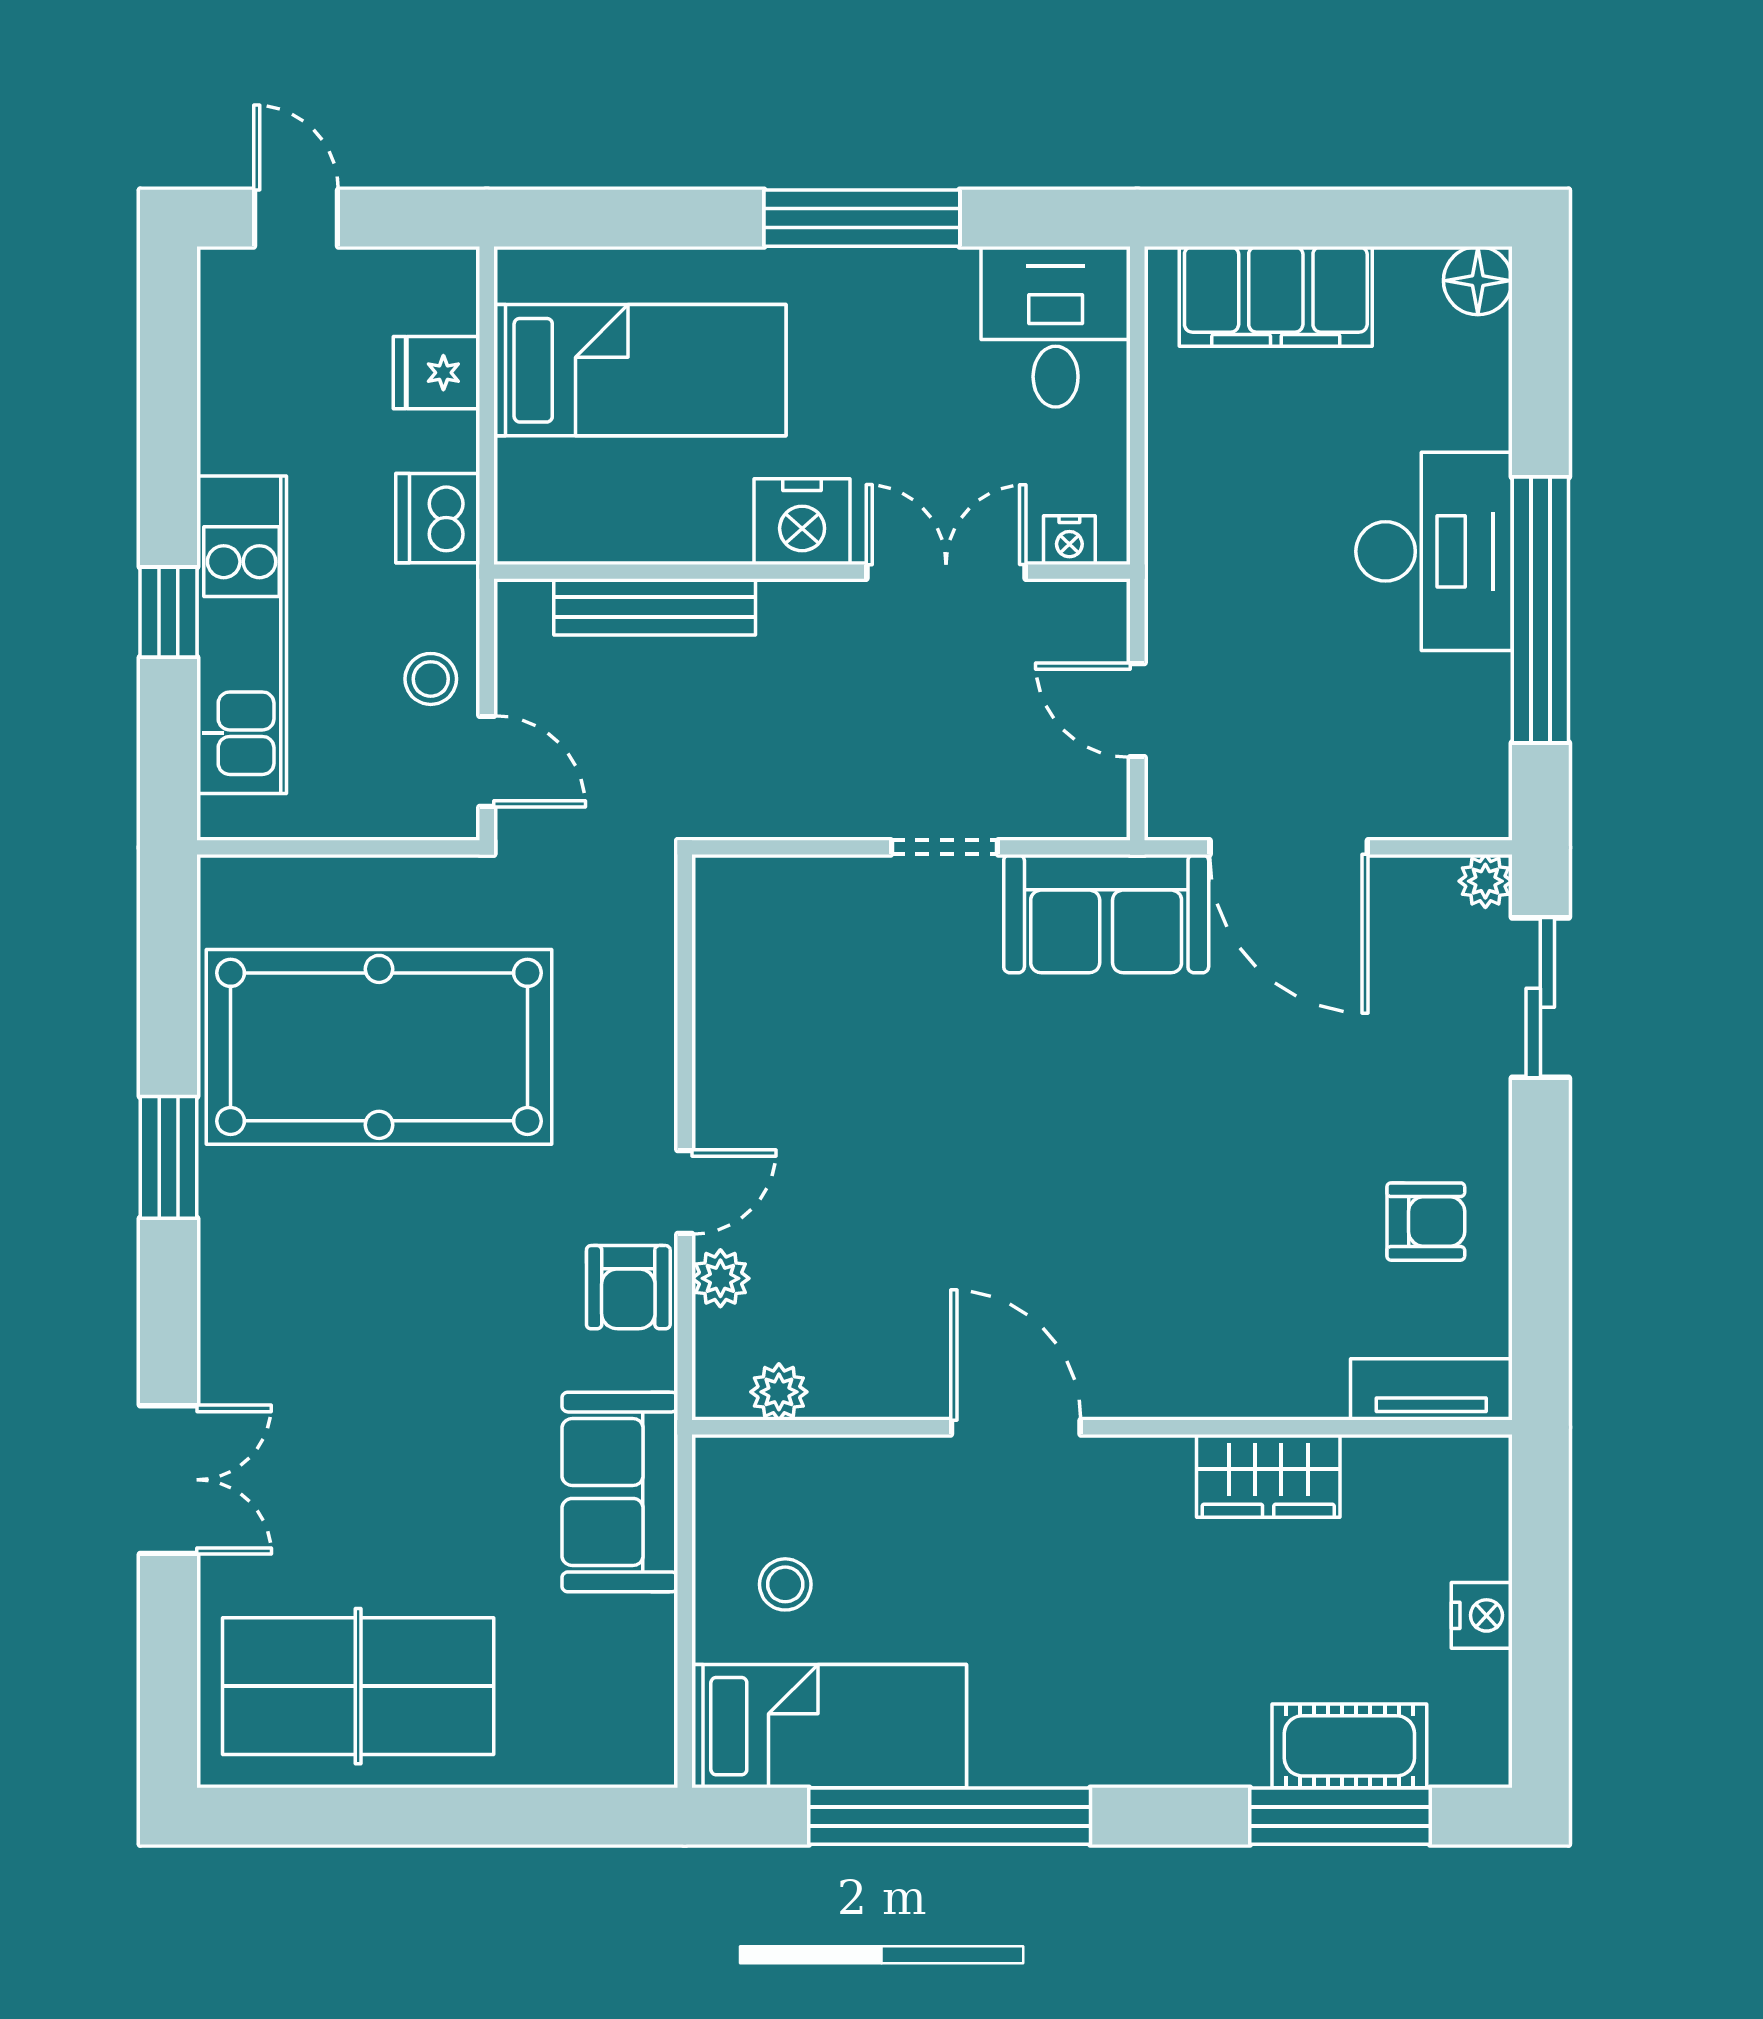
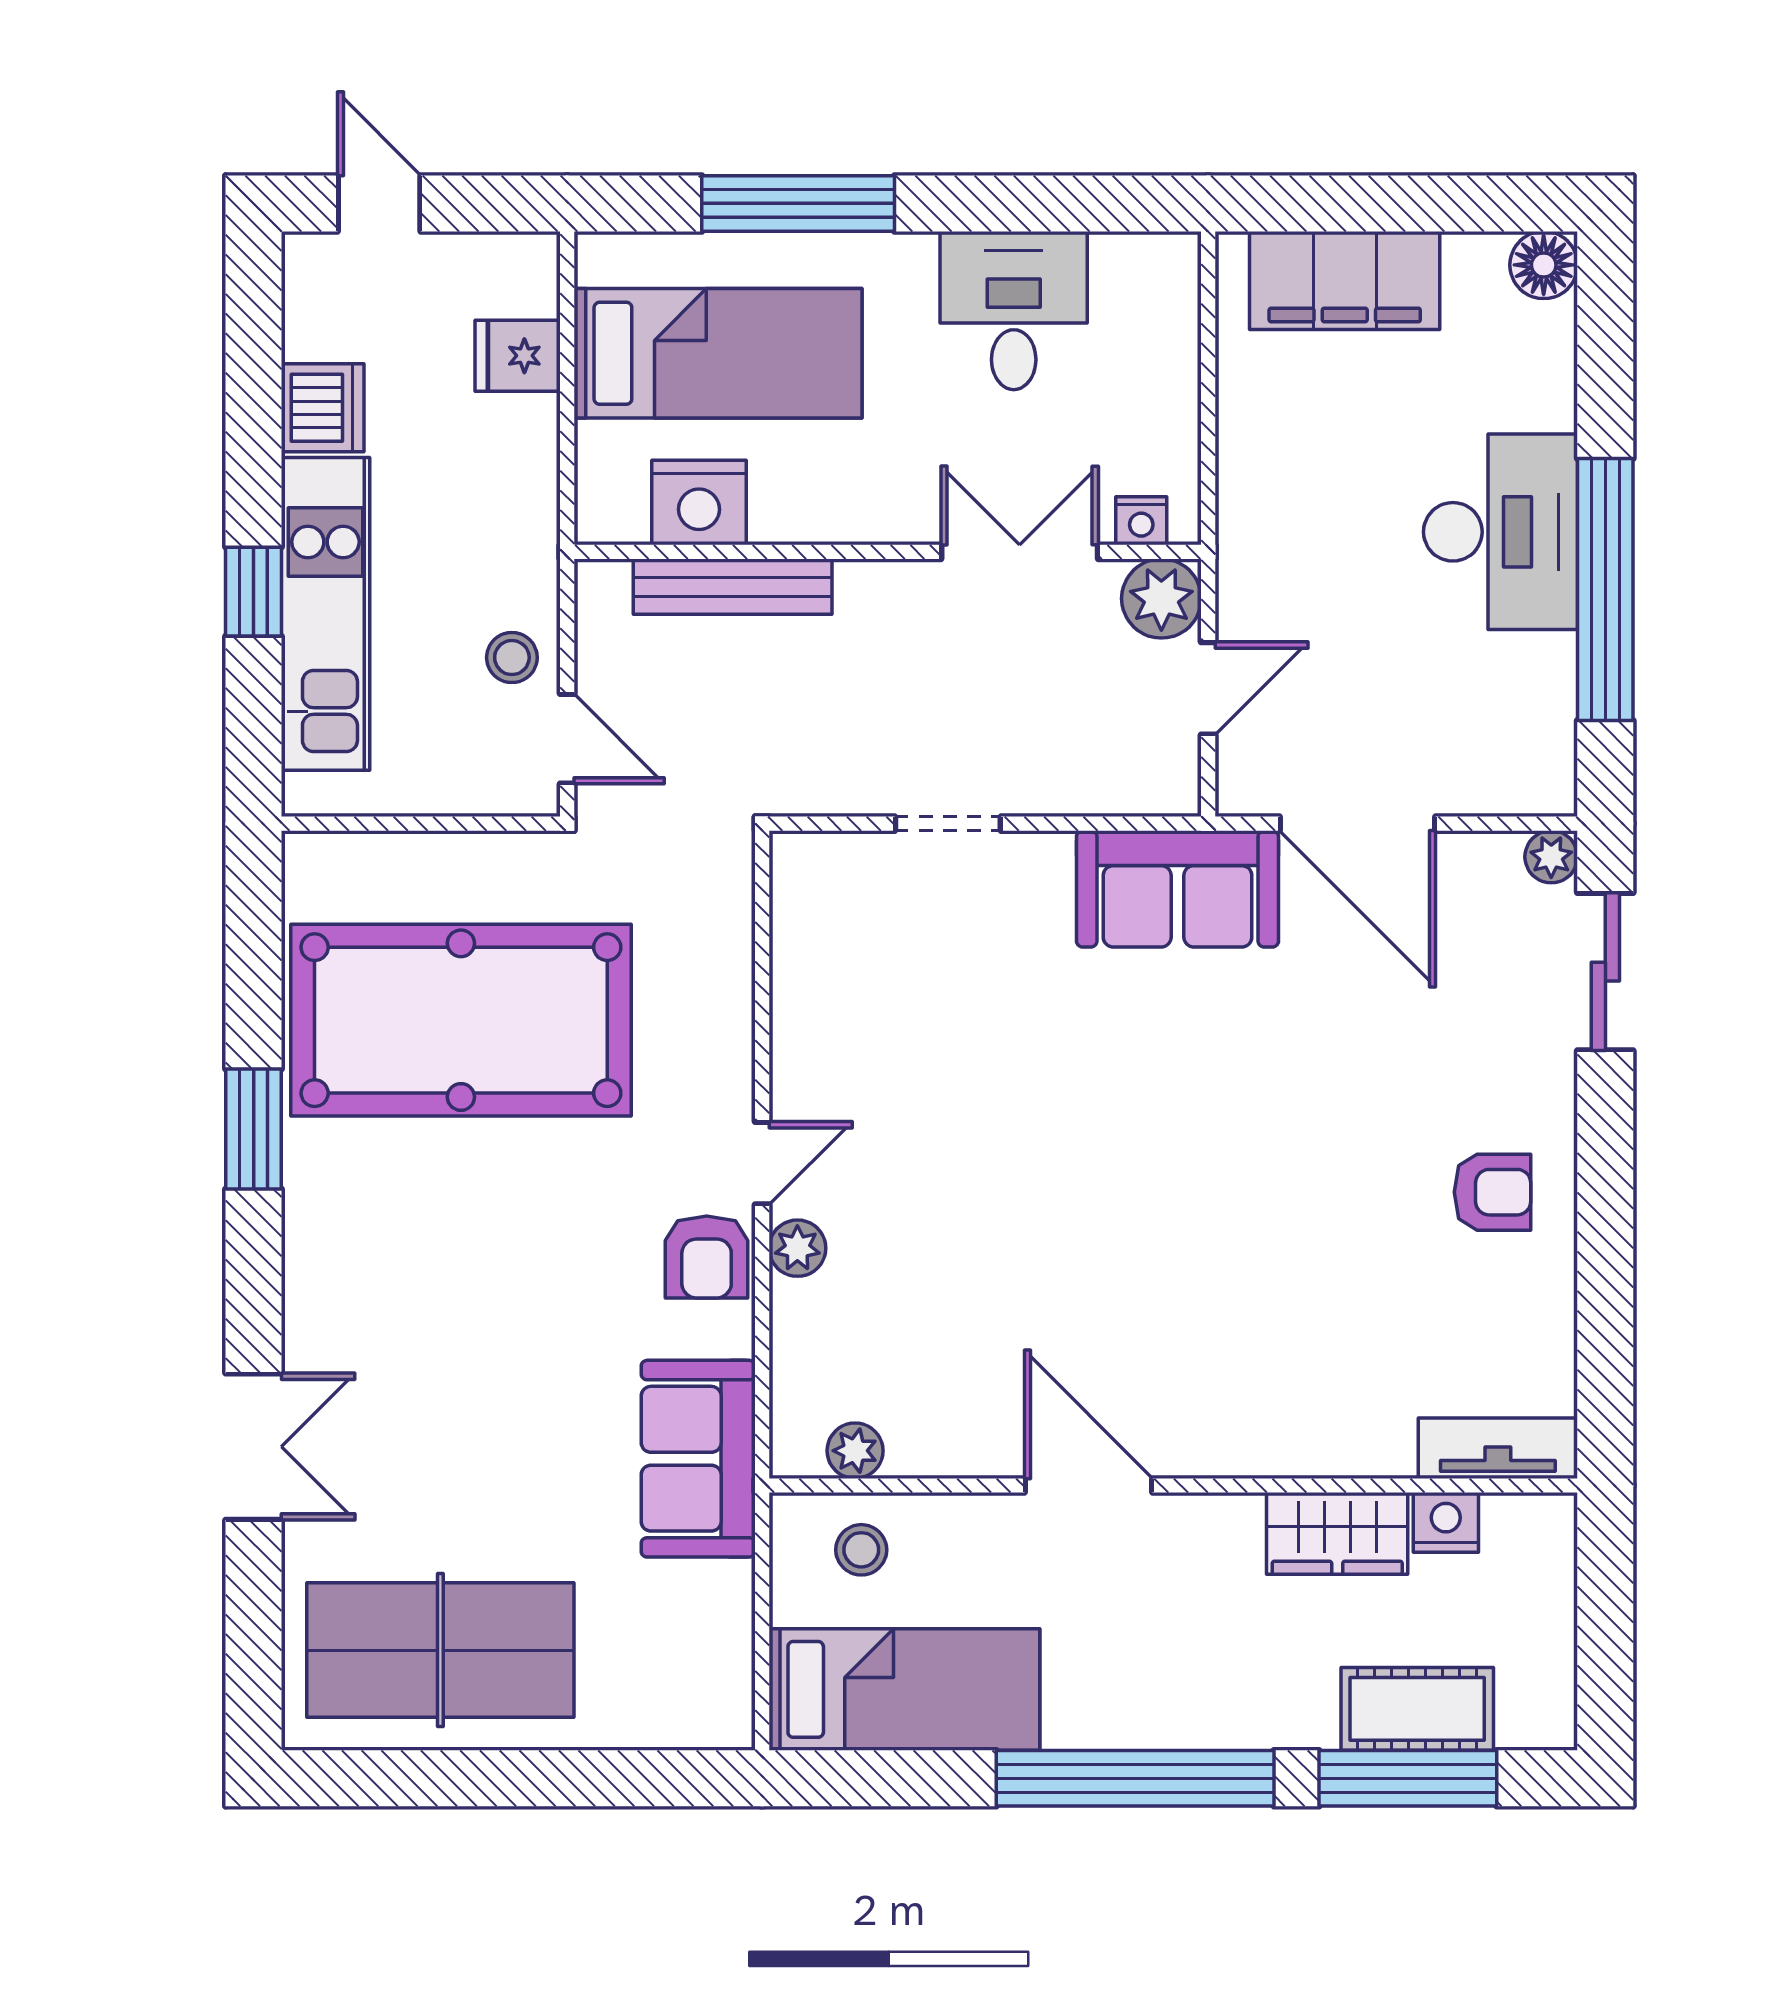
window: (862, 218) -> (798, 203), moved
desk: (1056, 327) -> (1014, 311), moved
dishwasher: (438, 518) -> (323, 408), moved, turned 180
nightstand: (802, 522) -> (699, 502), moved
plant: (1090, 619) -> (1161, 598), added
door: (1137, 710) -> (1208, 688), swing flipped
doorway: (944, 847) -> (948, 824), moved
tv unit: (1431, 1389) -> (1498, 1448), moved
plant: (779, 1392) -> (855, 1451), moved
door: (1016, 1427) -> (1089, 1486), moved
wall: (1102, 1427) -> (1173, 1486), moved
wardrobe: (1268, 1476) -> (1337, 1533), moved
nightstand: (1482, 1615) -> (1446, 1522), moved, turned -90
window: (950, 1816) -> (1135, 1778), moved

